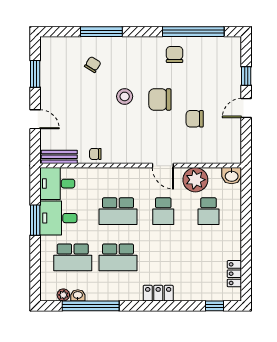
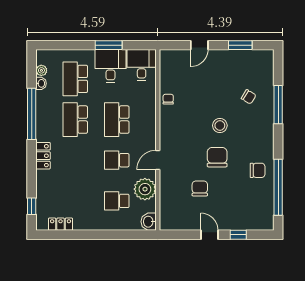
bench: (59, 157) -> (166, 67), removed
window: (91, 306) -> (32, 114), moved

